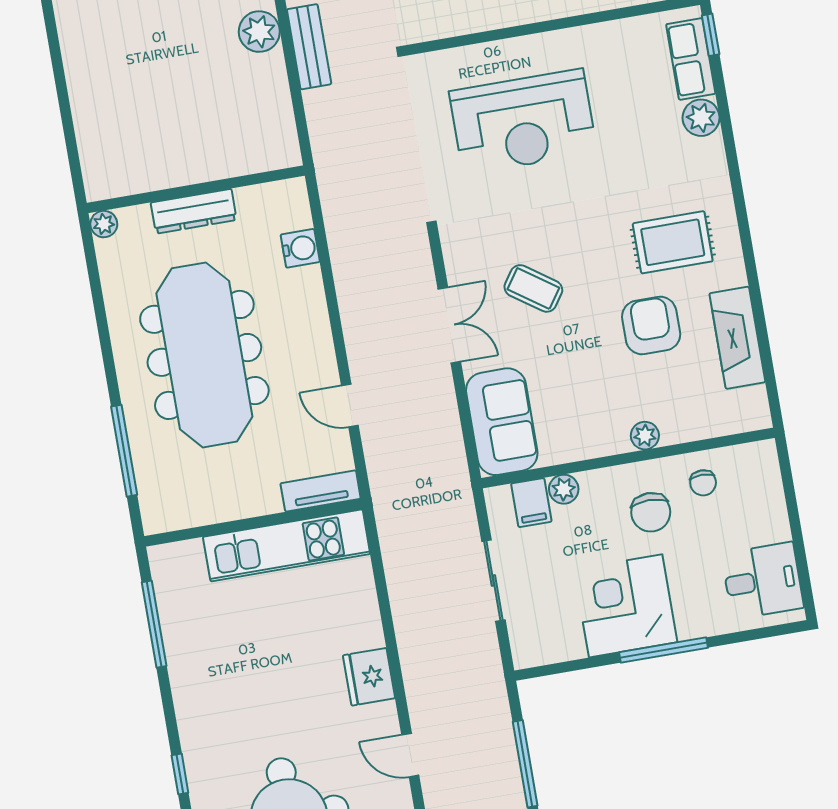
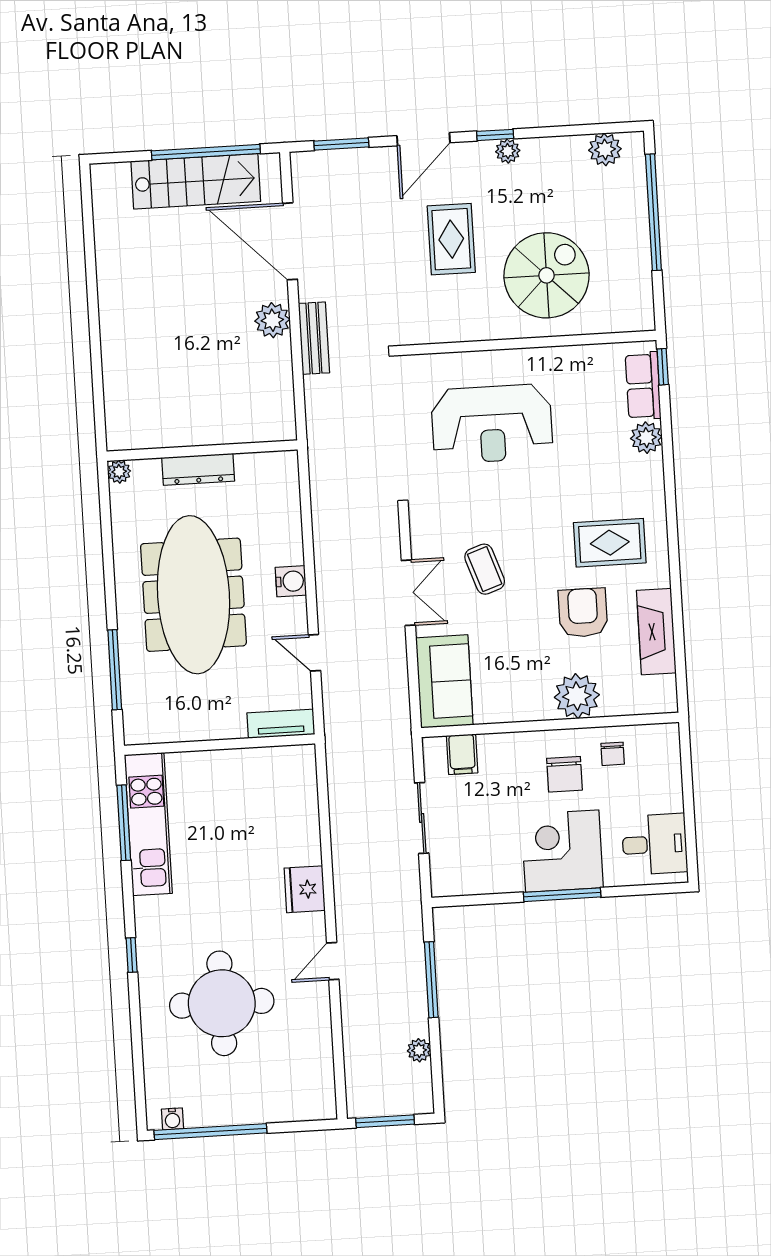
water cooler: (300, 248) -> (291, 581), moved
coffee table: (533, 288) -> (485, 569), turned 36
plant: (645, 436) -> (577, 696), width x1.88, depth x1.88
plant: (564, 489) -> (491, 746), removed
kitchen unit: (287, 545) -> (148, 824), moved, turned -90
corner desk: (626, 606) -> (562, 851), moved
door: (410, 755) -> (333, 961), hinge flipped

